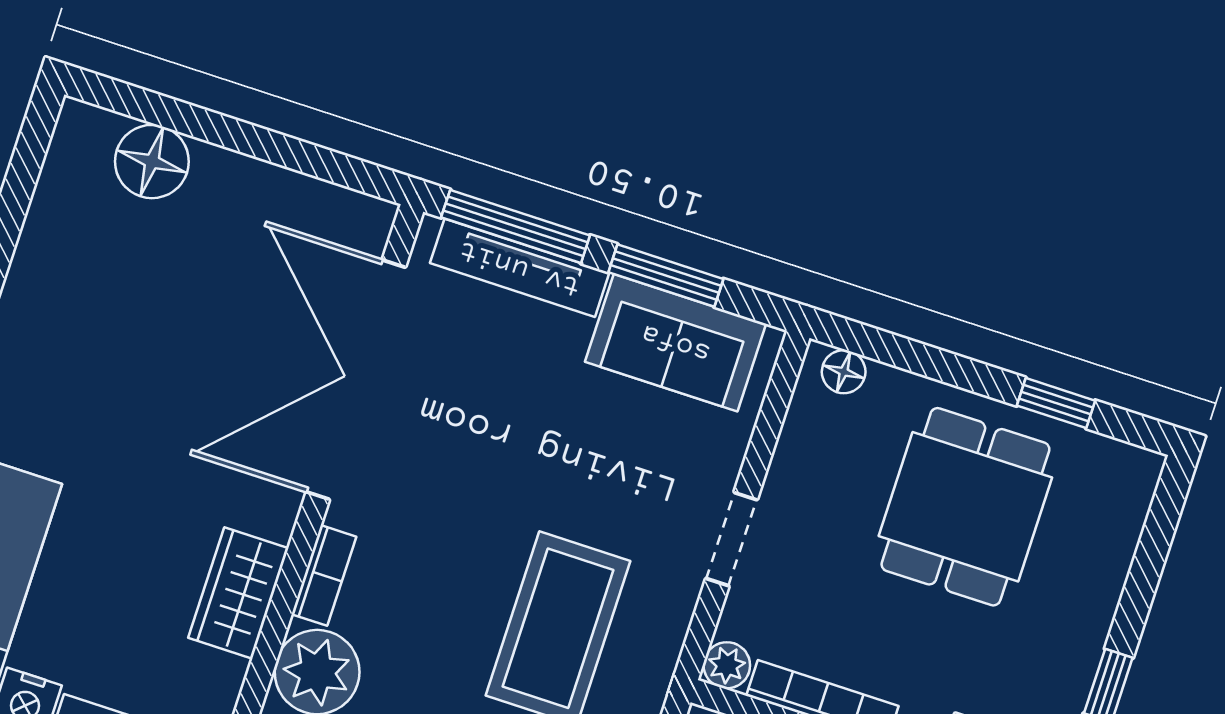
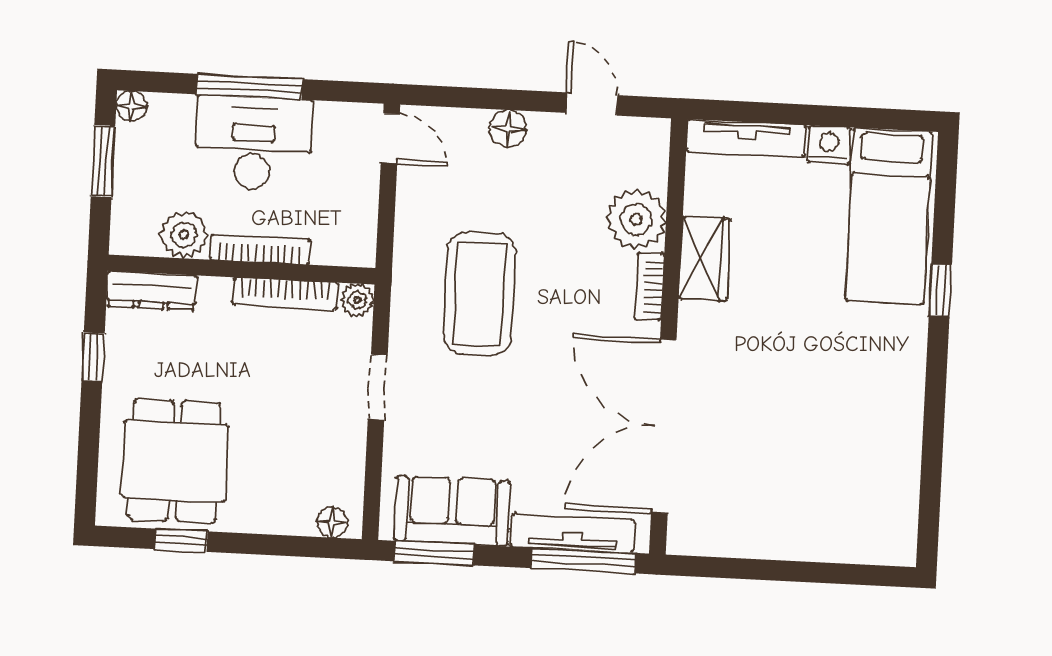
floor lamp: (152, 162) -> (844, 537), removed
window: (666, 276) -> (434, 553), moved
double door: (356, 380) -> (664, 426), swing flipped
dining table: (965, 507) -> (175, 461), moved

